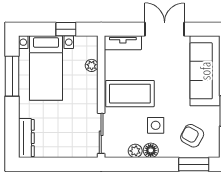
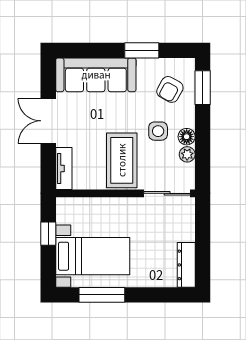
plant: (92, 65) -> (90, 204), removed
dresser: (26, 138) -> (186, 265), moved, turned -90

